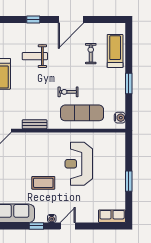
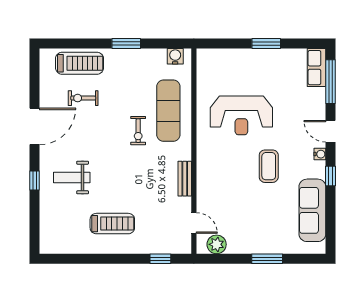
door: (71, 20) -> (34, 126), hinge flipped
treadmill: (115, 51) -> (80, 63), turned 180
weight bench: (35, 56) -> (72, 177), moved, turned 90
window: (102, 226) -> (331, 82), added

